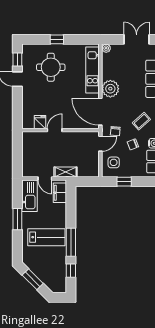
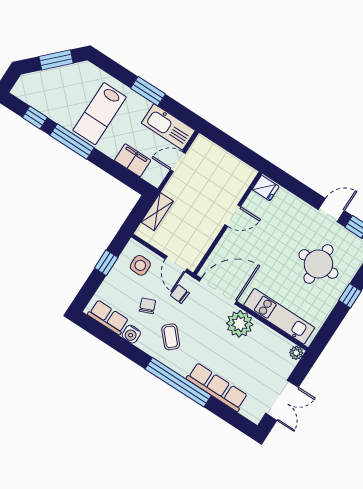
fridge: (40, 122) -> (266, 188), moved
door: (55, 130) -> (233, 216), hinge flipped
shelving: (66, 172) -> (157, 212), moved
filing cabinet: (60, 193) -> (133, 160), moved

